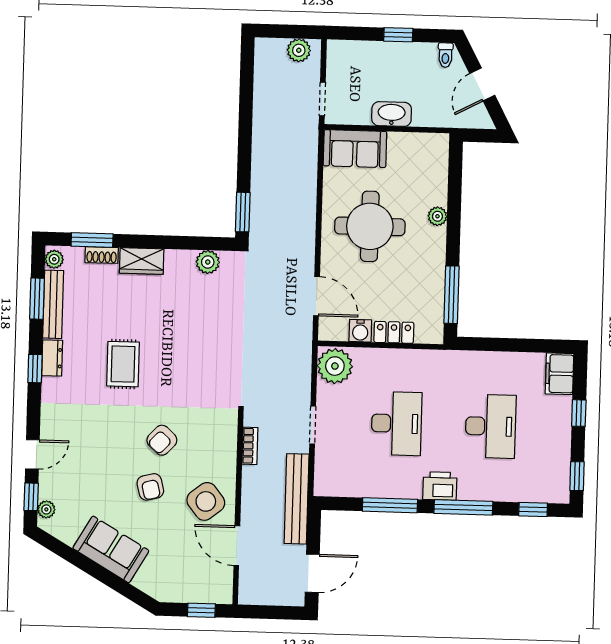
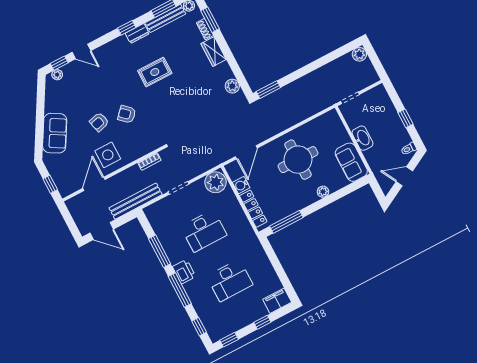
plant: (299, 50) -> (359, 54), moved
sofa: (355, 149) -> (351, 162), moved
locker: (394, 332) -> (253, 209), width x1.53
side table: (206, 501) -> (108, 155), turned 38
sofa: (111, 549) -> (55, 133), moved

